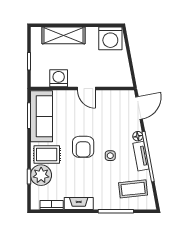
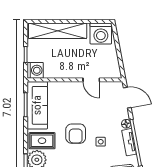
shelving: (64, 35) -> (58, 31), width x1.47
washing machine: (59, 78) -> (35, 70), moved, turned 90
door: (86, 89) -> (91, 80), moved
door: (139, 108) -> (127, 98), hinge flipped

